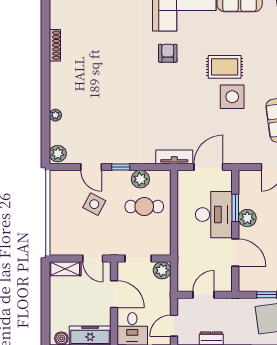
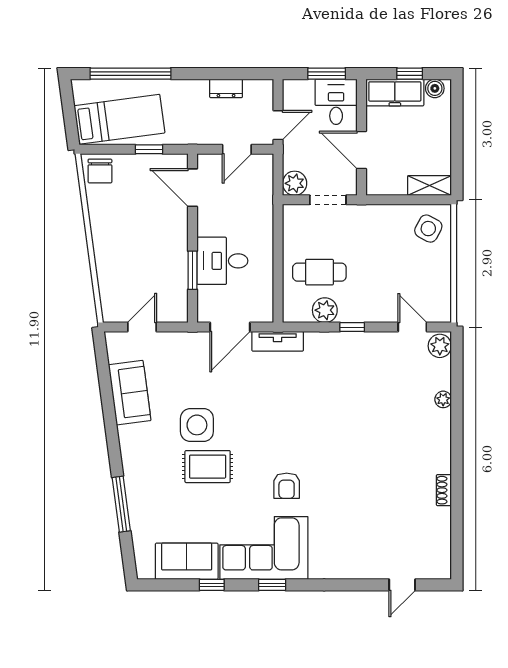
shoe rack: (55, 45) -> (444, 490), width x0.70
door: (91, 167) -> (412, 327), moved
side table: (94, 204) -> (428, 229), moved
desk: (214, 215) -> (222, 261), width x0.73
plant: (247, 218) -> (176, 256), removed
door: (235, 253) -> (193, 188), moved
door: (93, 258) -> (391, 200), removed
door: (174, 326) -> (278, 125), moved

